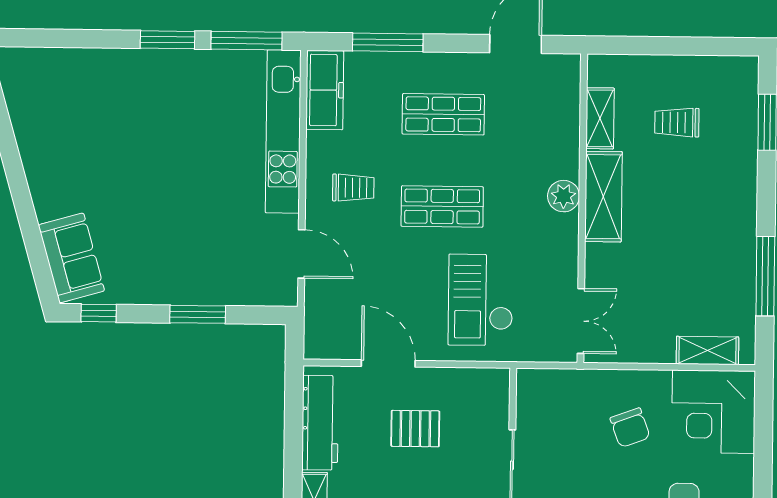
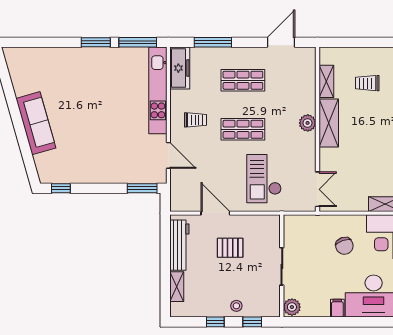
sofa: (71, 258) -> (36, 123), moved, width x1.36
window: (198, 314) -> (142, 188), moved

